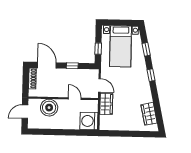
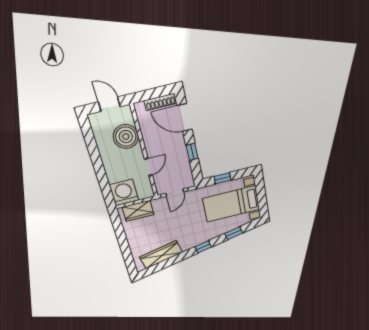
door: (47, 65) -> (185, 118), swing flipped
wardrobe: (106, 104) -> (138, 211), moved
wardrobe: (149, 114) -> (161, 255), width x1.50

